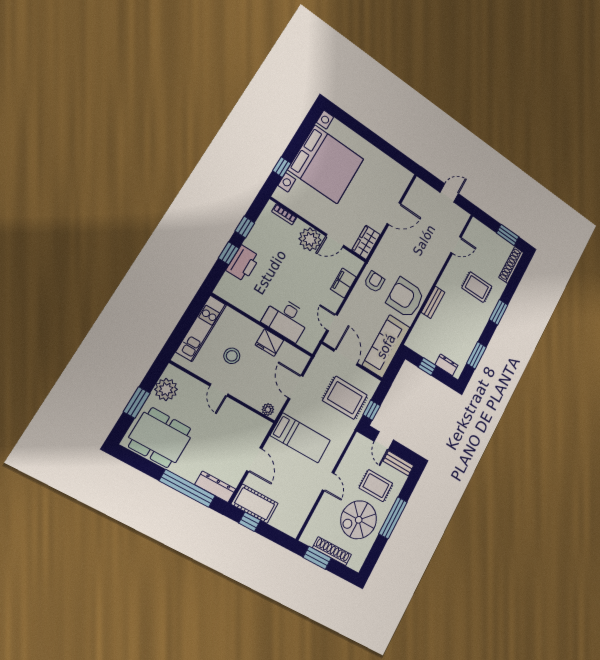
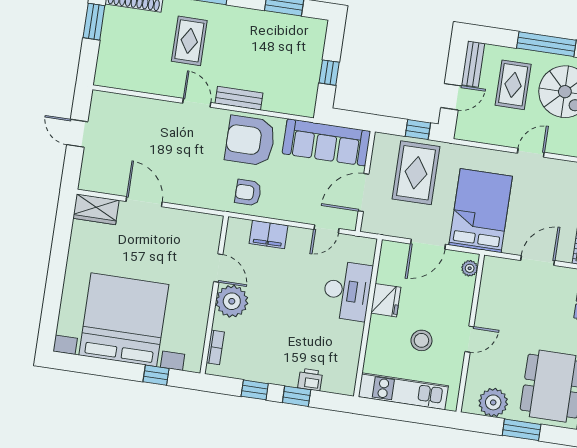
wardrobe: (366, 242) -> (96, 209), moved
door: (456, 245) -> (197, 103), moved
printer: (243, 263) -> (310, 380), width x0.53, depth x0.68
armchair: (405, 298) -> (250, 141), turned 90
dresser: (446, 365) -> (316, 45), removed
bed: (300, 438) -> (481, 211), width x1.50

